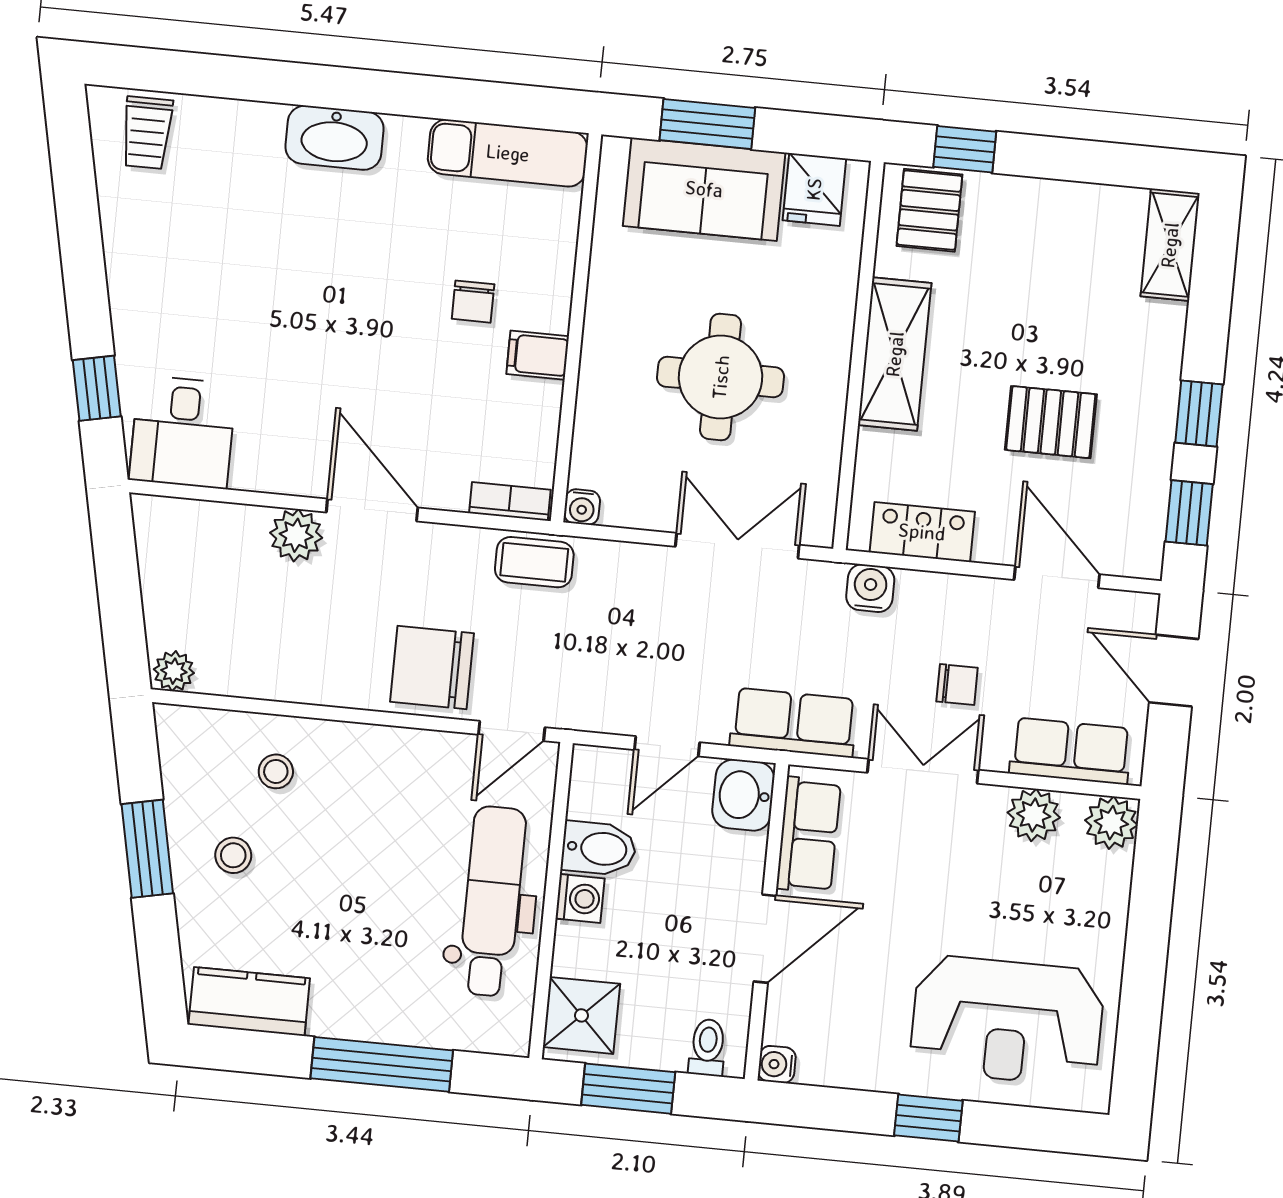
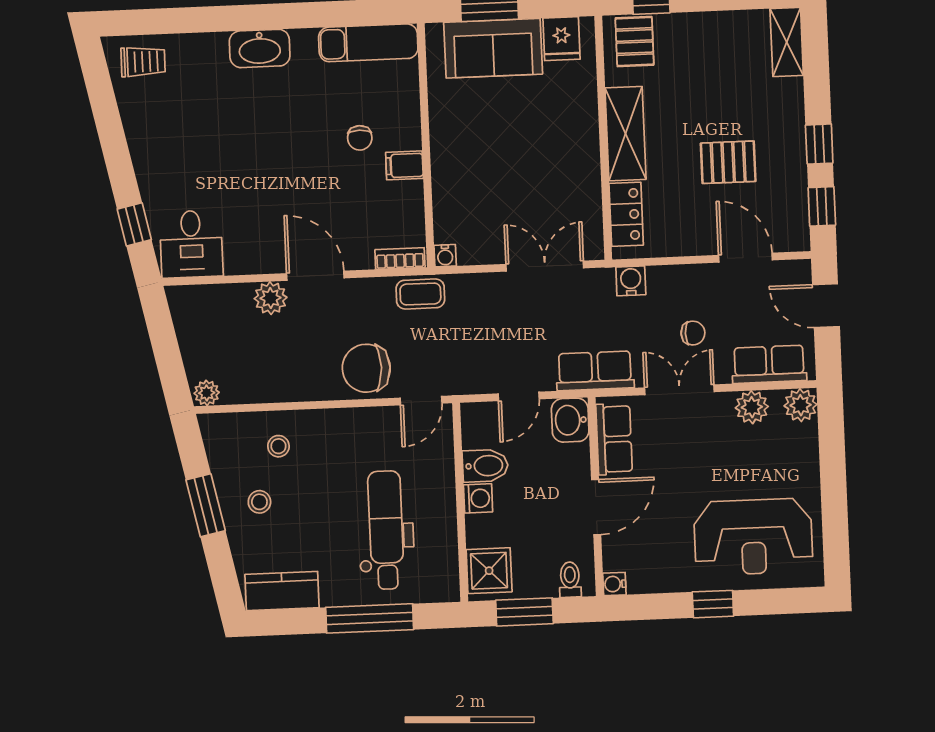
trolley: (147, 133) -> (143, 62), turned -90
round table: (721, 377) -> (520, 163), removed
locker: (922, 532) -> (626, 214), moved, turned 90
dental chair: (492, 901) -> (386, 530), moved

